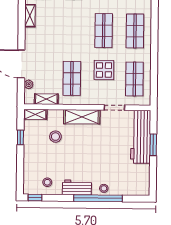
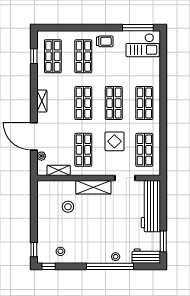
shelving: (30, 16) -> (42, 101), moved
shop shelf: (72, 30) -> (83, 103), added
shelving: (35, 114) -> (48, 185), removed
window: (20, 137) -> (34, 250), moved
window: (153, 145) -> (163, 241), moved
workbench: (77, 188) -> (146, 256), moved

